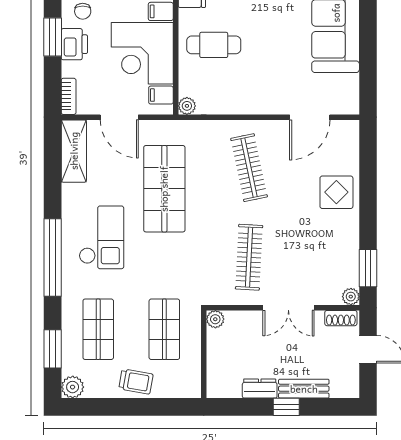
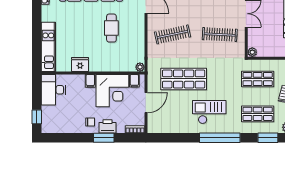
cafe table: (214, 45) -> (111, 28), moved
shelving: (74, 151) -> (164, 127), removed

